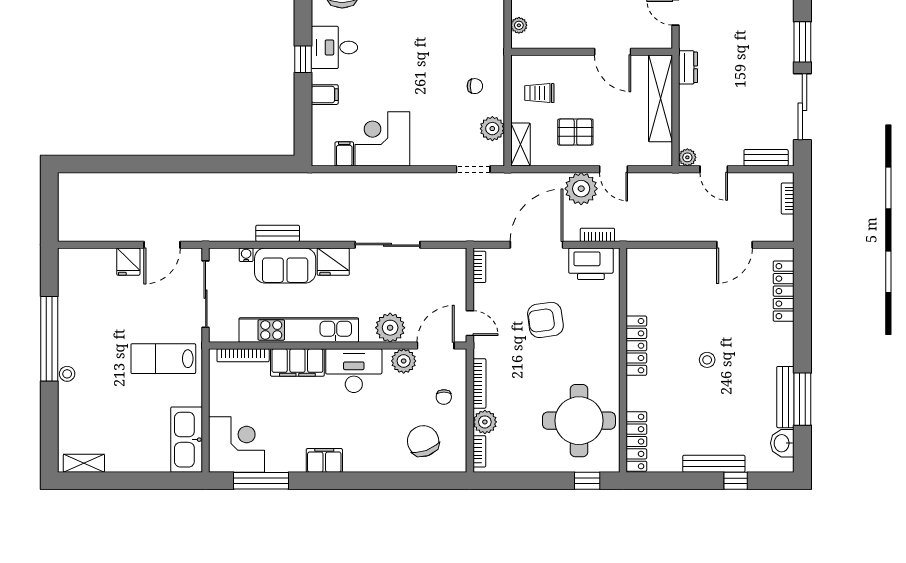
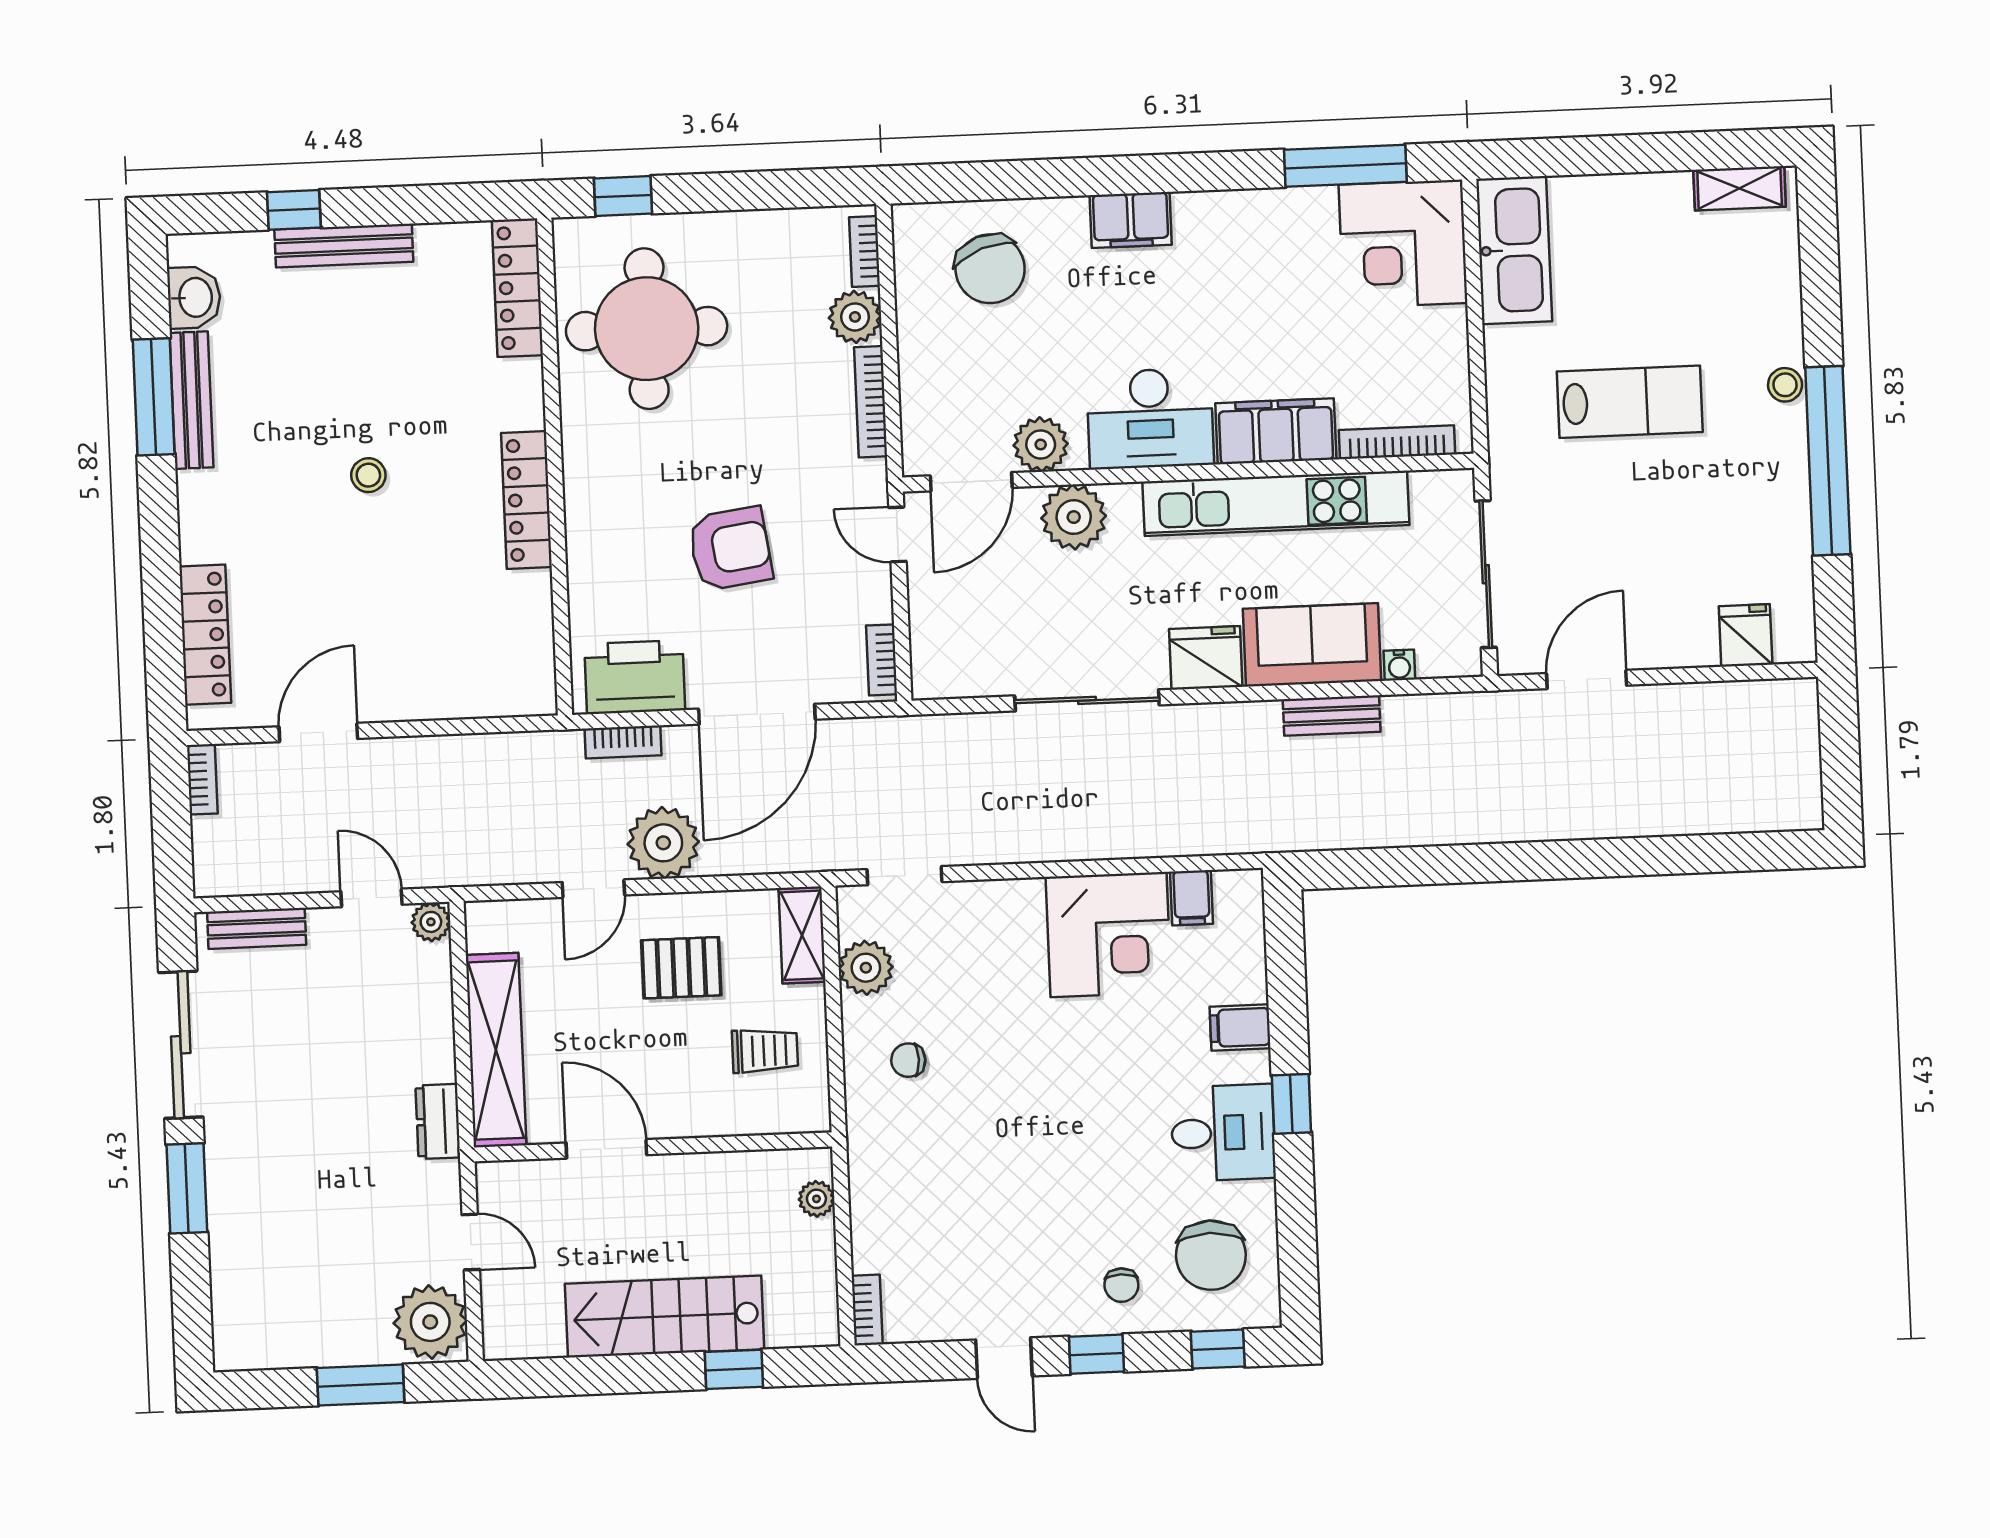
door: (614, 169) -> (593, 889), swing flipped
bookcase: (788, 198) -> (202, 779), moved
fridge: (128, 262) -> (1746, 635), moved
lab bench: (163, 359) -> (1630, 402), moved
chair: (444, 397) -> (948, 368), removed
filing cabinet: (324, 460) -> (1131, 220), moved

